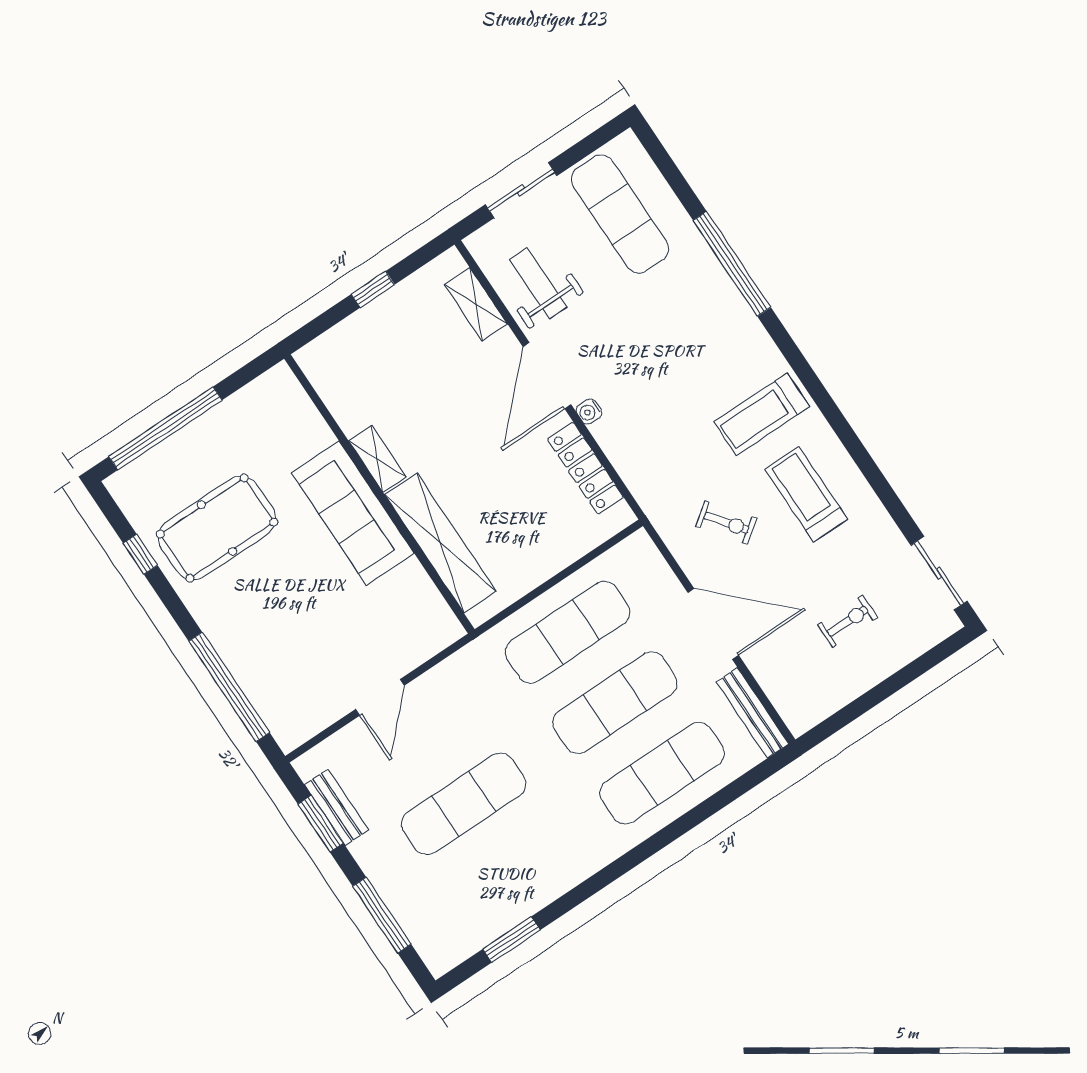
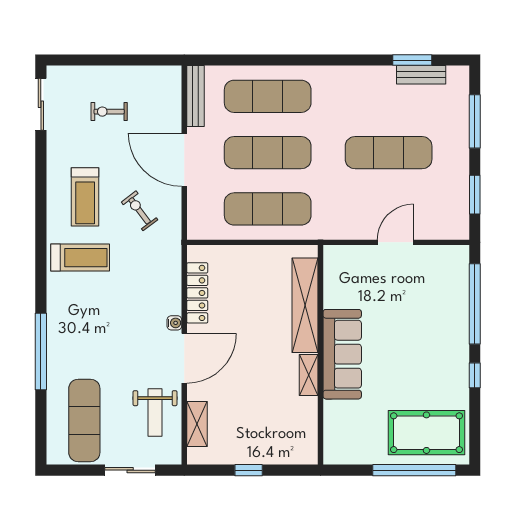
pool table: (217, 528) -> (426, 433), moved
window: (140, 554) -> (475, 375), moved
bench: (337, 807) -> (421, 75), moved, turned 90

